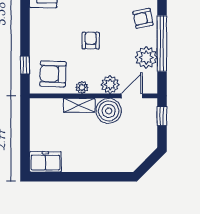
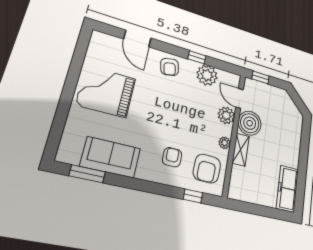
armchair: (91, 41) -> (172, 157), moved, turned 90
window: (162, 43) -> (197, 57), width x0.32
freezer: (45, 162) -> (287, 189), width x1.40

